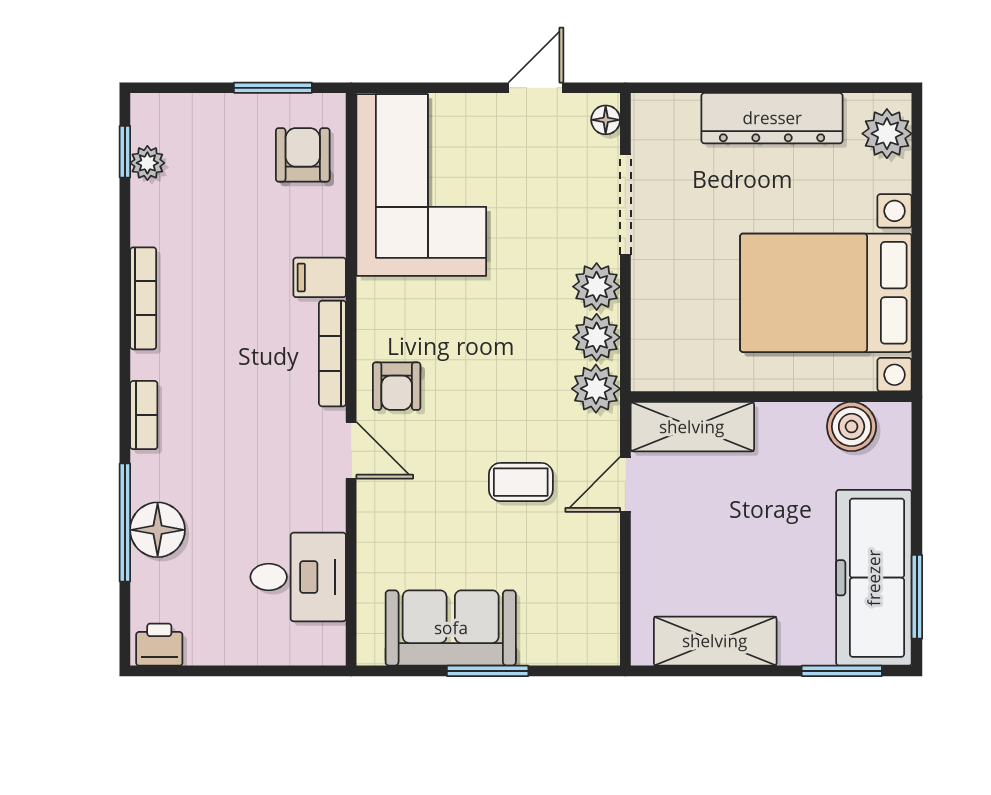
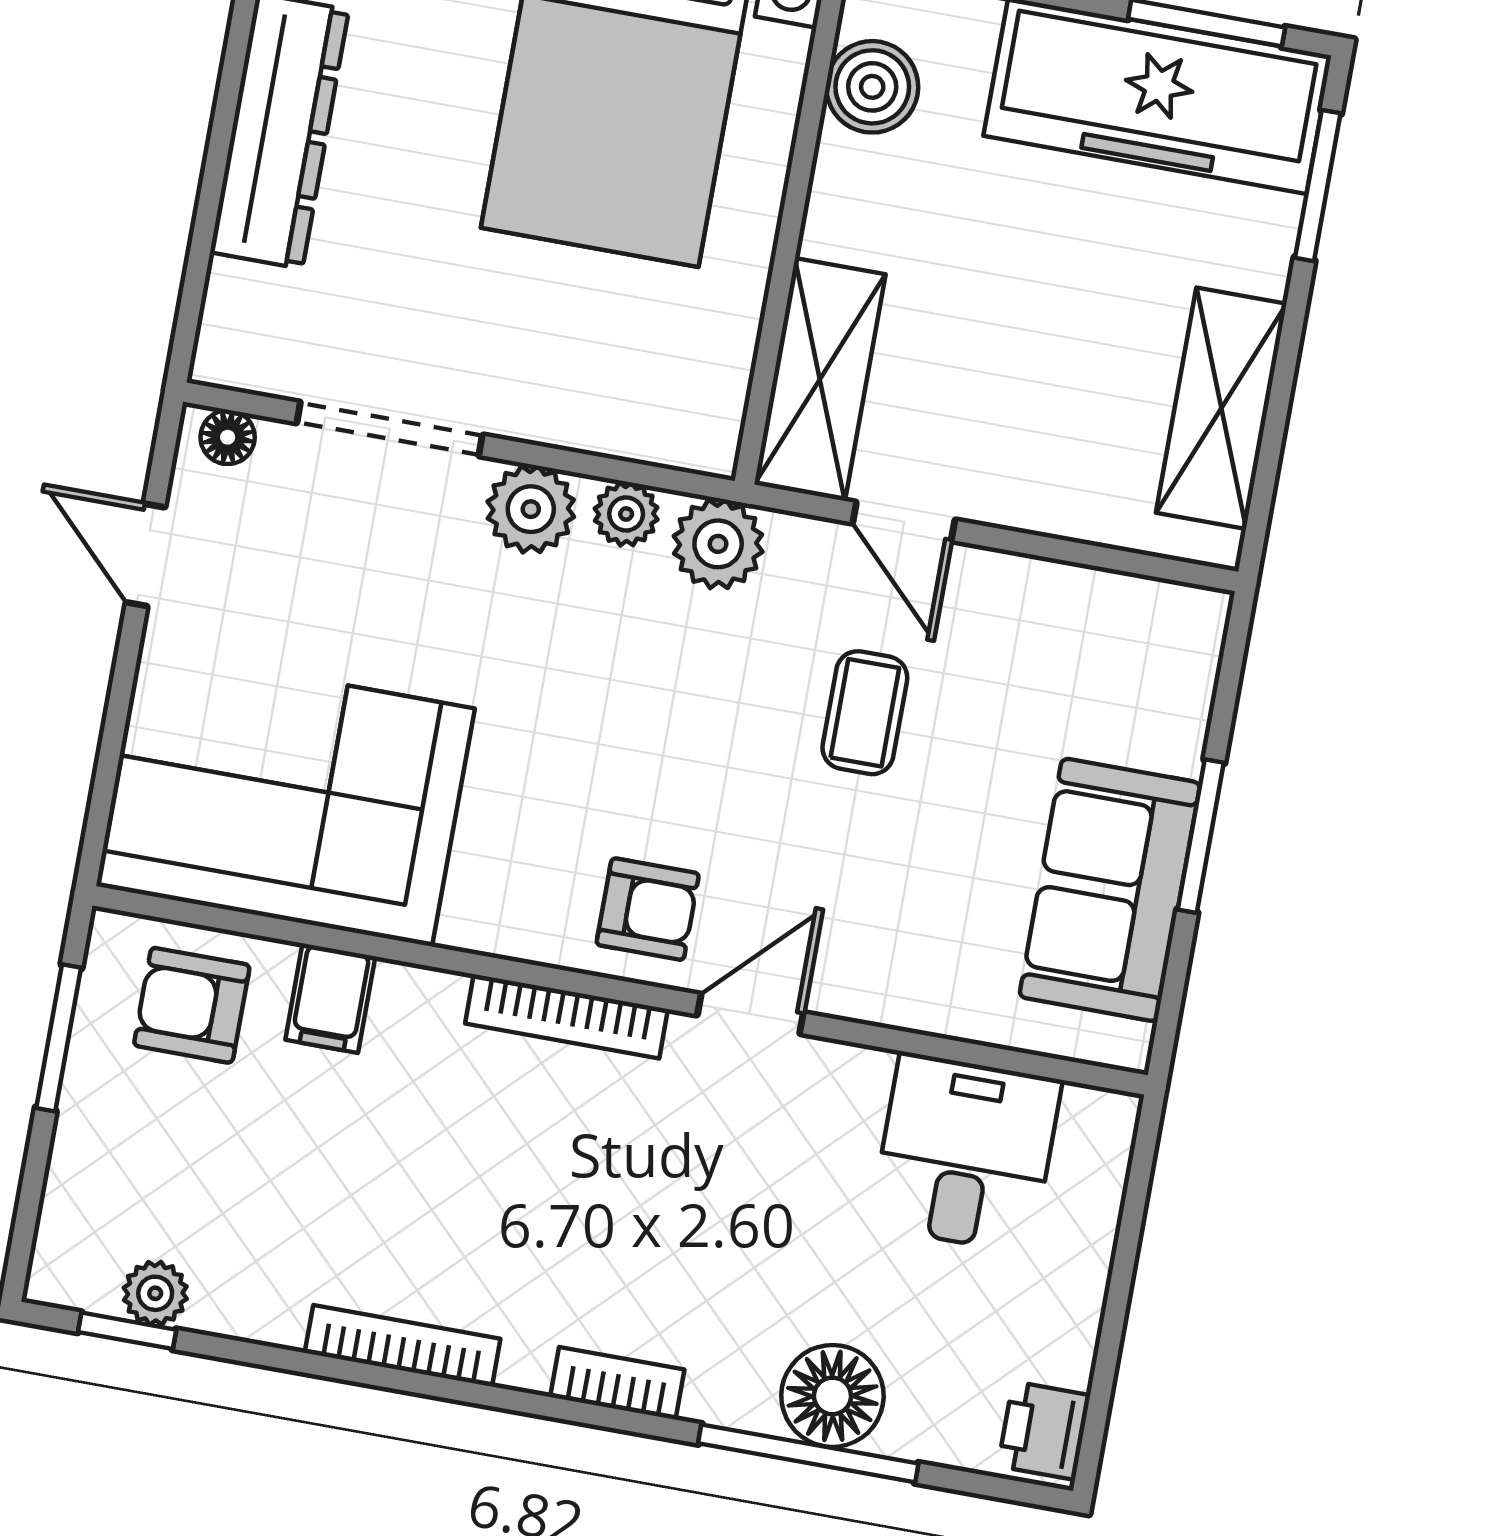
filing cabinet: (320, 277) -> (330, 998), moved
plant: (597, 337) -> (626, 514), width x0.73, depth x0.73

